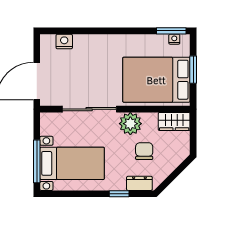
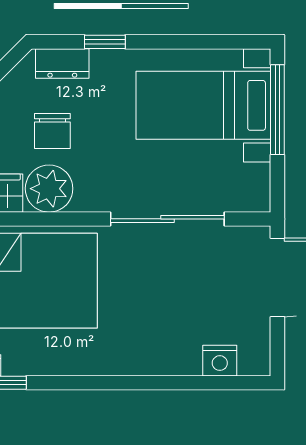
plant: (130, 124) -> (49, 189), moved

